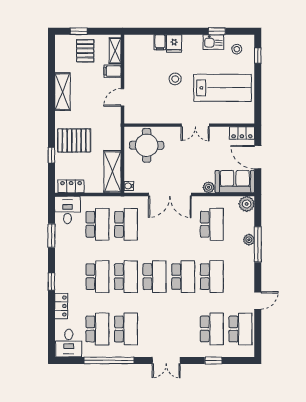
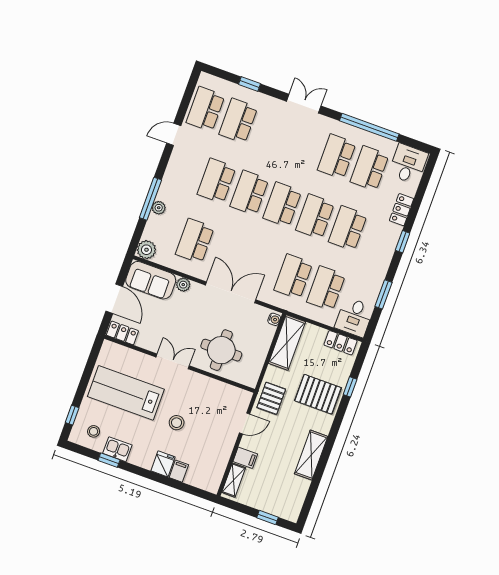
pallet: (85, 51) -> (271, 398), moved
round table: (147, 145) -> (221, 350), moved

